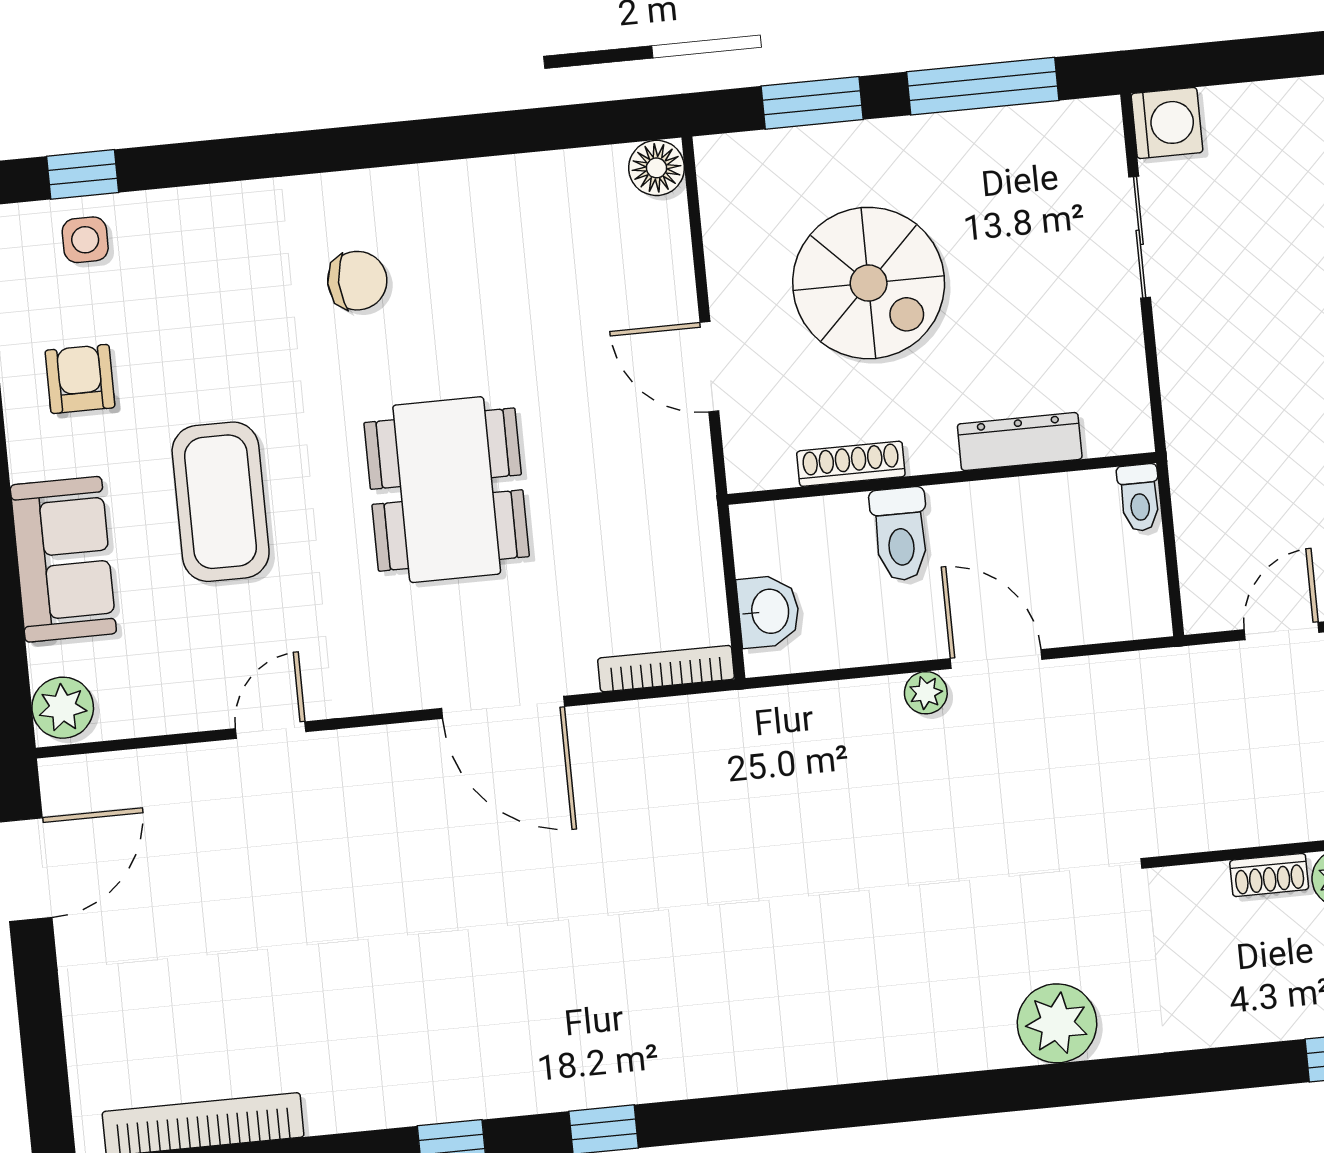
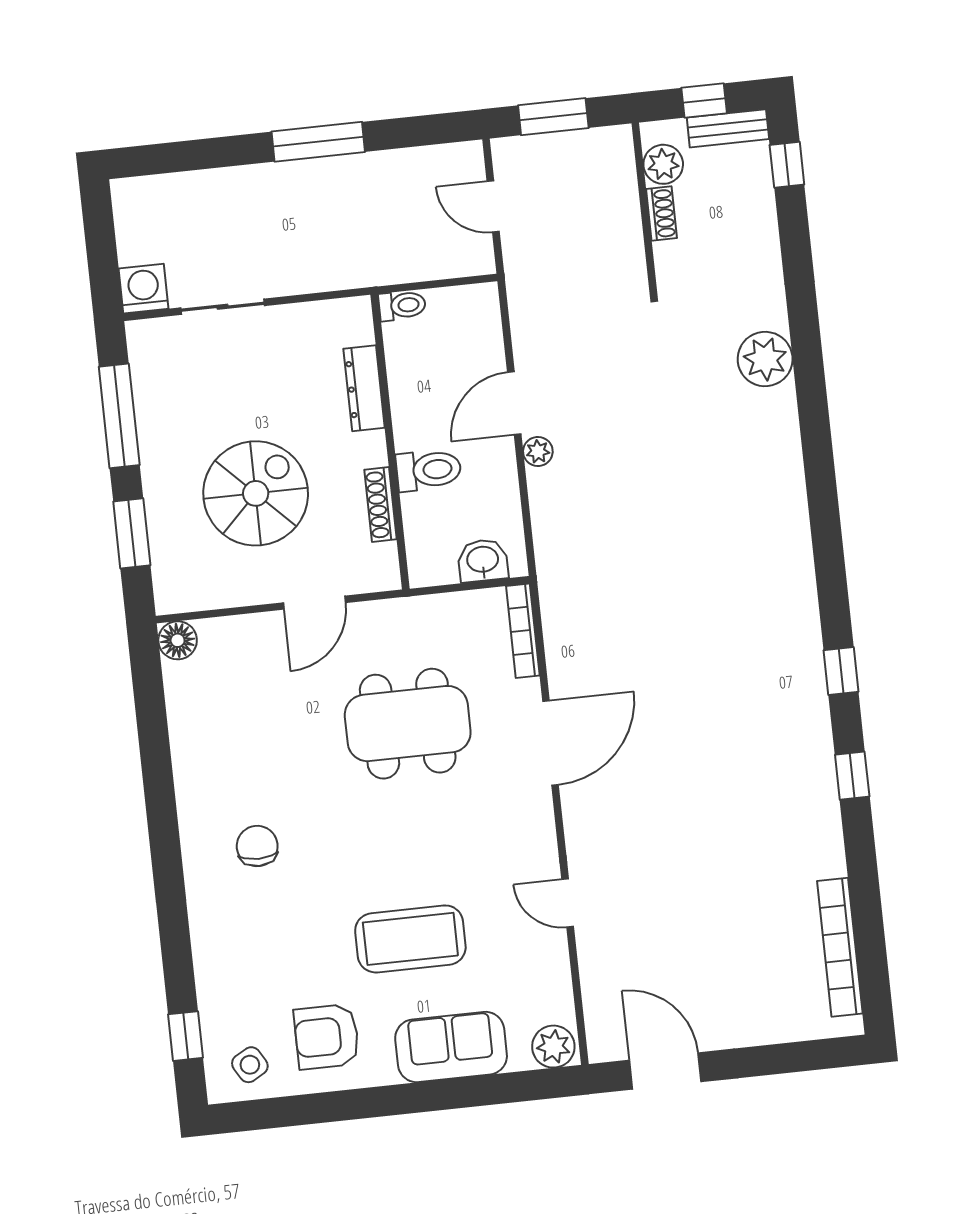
side table: (85, 240) -> (250, 1065), moved, turned -30
armchair: (80, 379) -> (327, 1037), width x1.38, depth x1.38
dining table: (447, 490) -> (408, 724), moved

